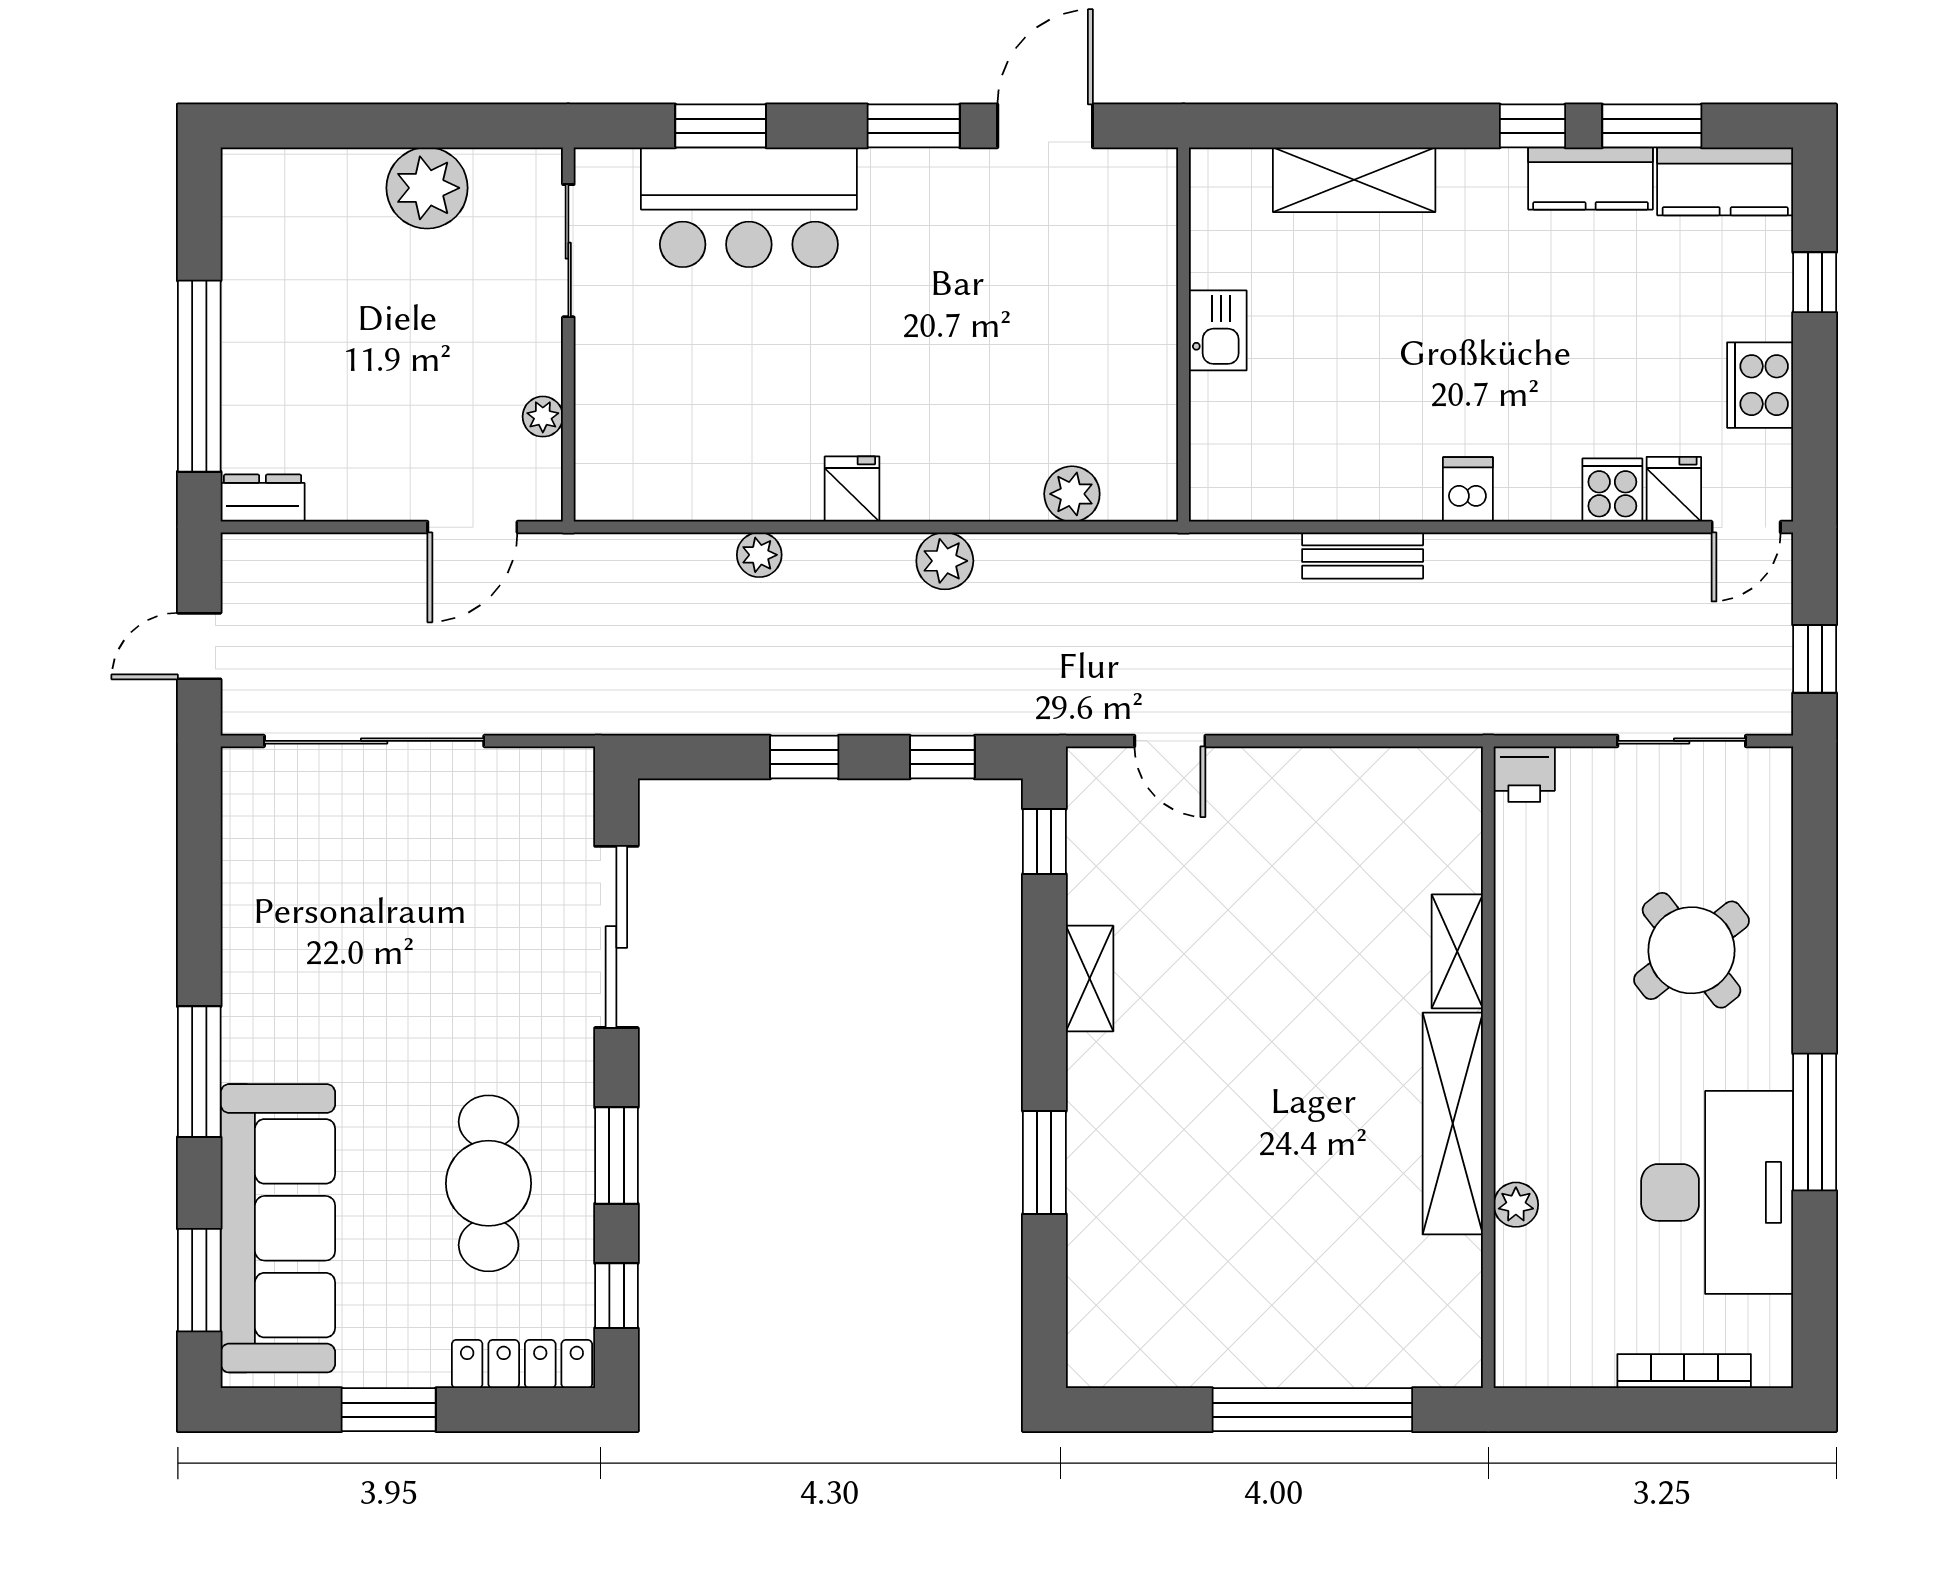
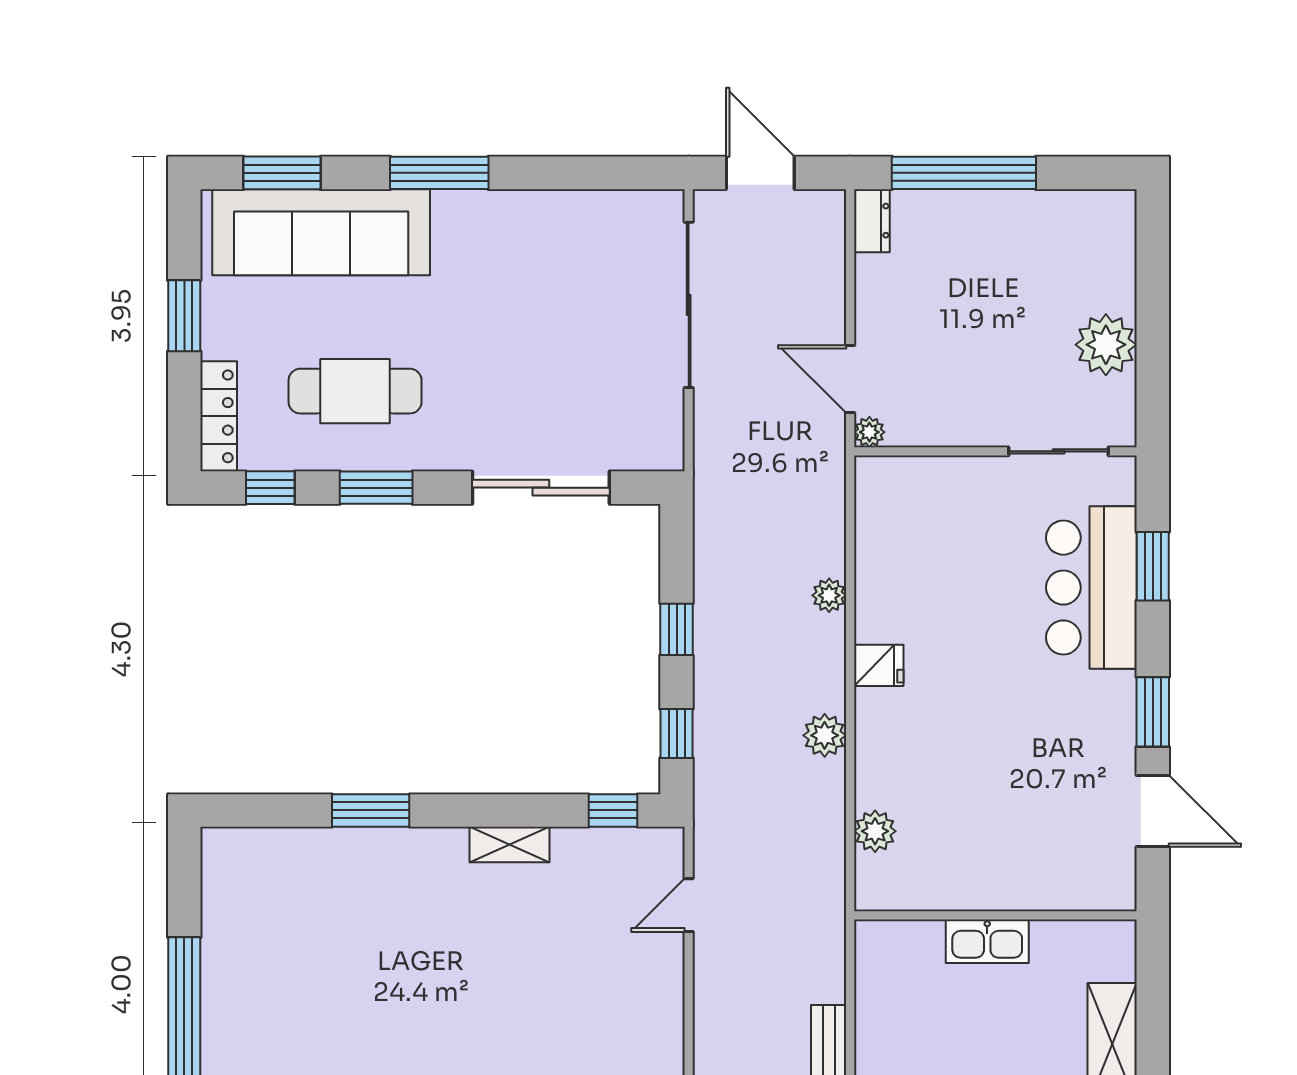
kitchen sink: (1218, 330) -> (987, 941), width x1.38
plant: (543, 417) -> (869, 432), moved
door: (199, 646) -> (760, 173), width x1.37

